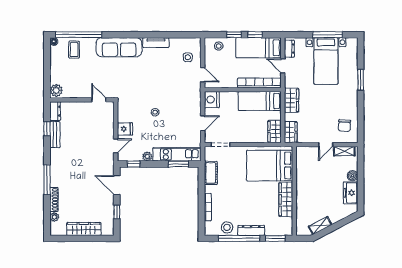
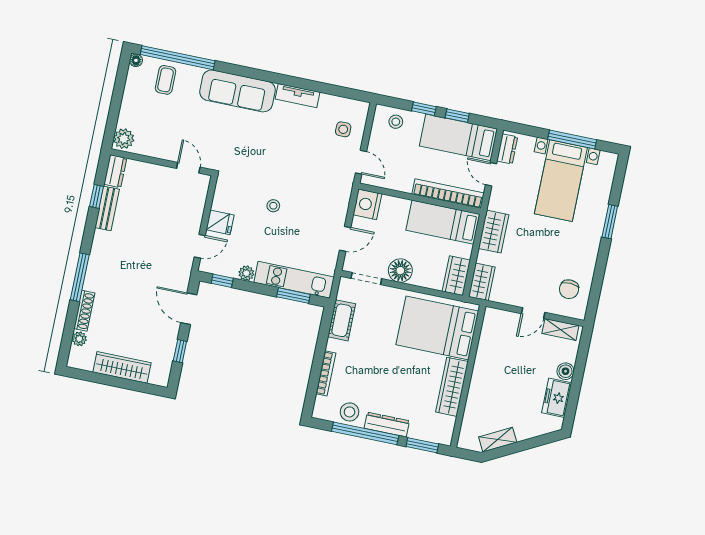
floor lamp: (240, 136) -> (400, 271), added

